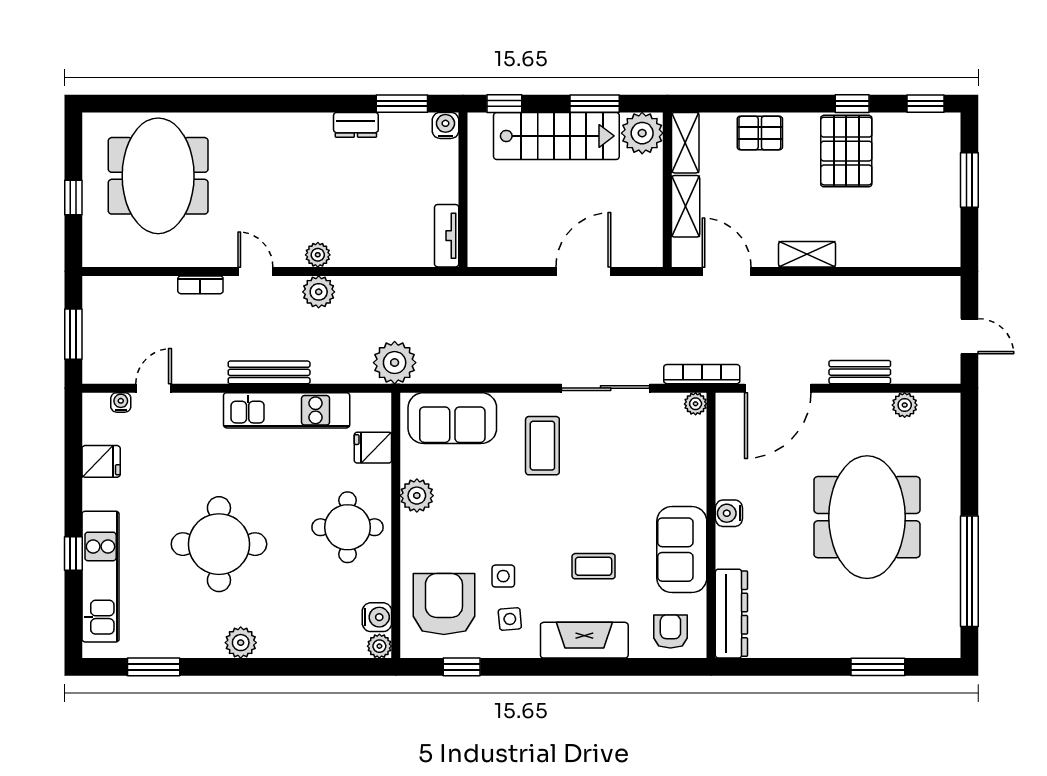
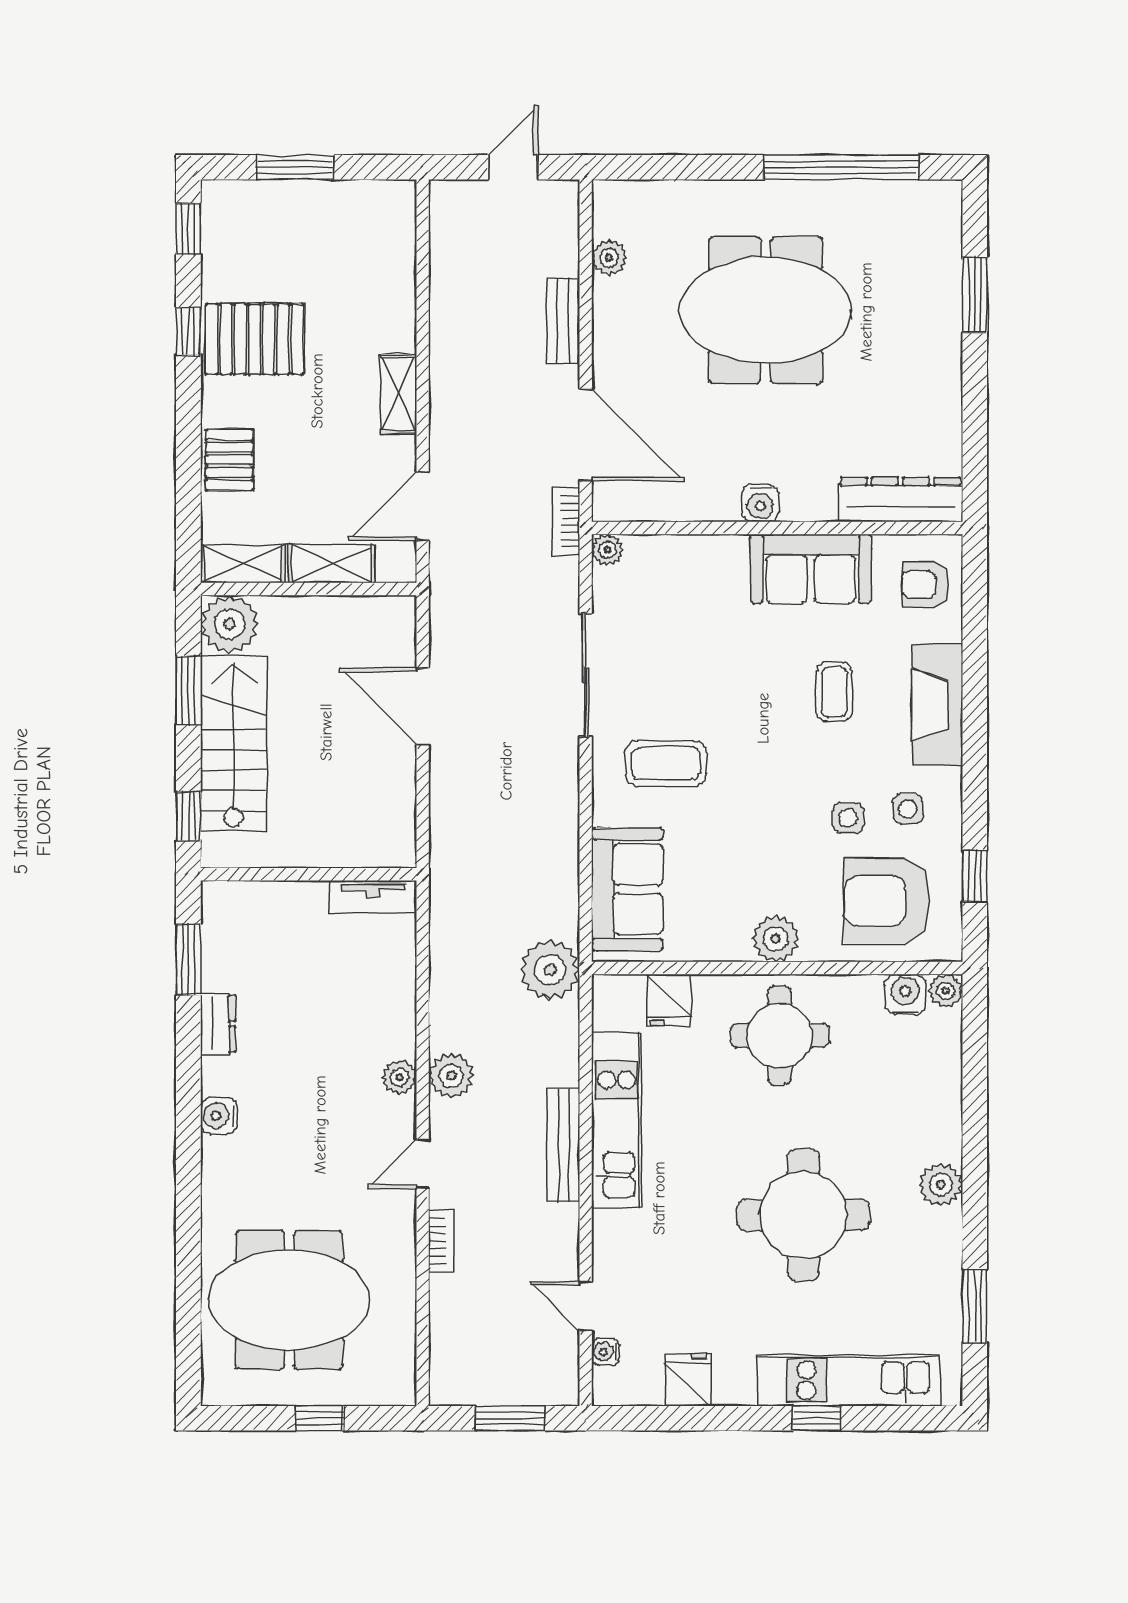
water cooler: (445, 125) -> (219, 1116), moved
bookcase: (702, 374) -> (566, 522), width x0.64
plant: (417, 496) -> (776, 939), moved

